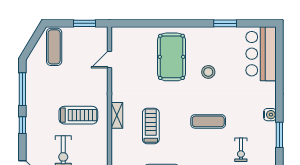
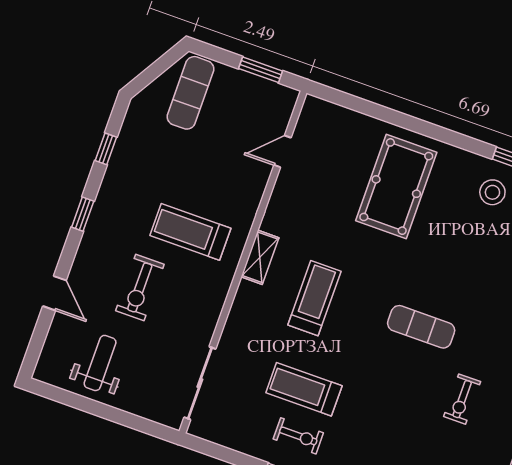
stool: (208, 72) -> (492, 192), moved
window: (22, 89) -> (106, 149), width x0.46
treadmill: (78, 115) -> (190, 232), turned 180

